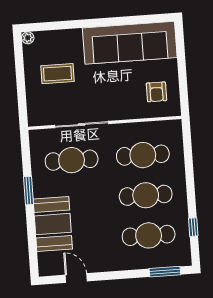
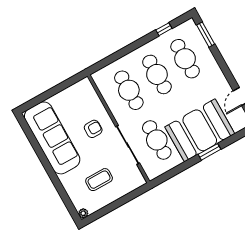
coffee table: (57, 74) -> (99, 180), turned 90
armchair: (156, 92) -> (93, 129), moved
window: (28, 191) -> (209, 152), moved
booth: (53, 224) -> (200, 130), width x1.36, depth x1.42

